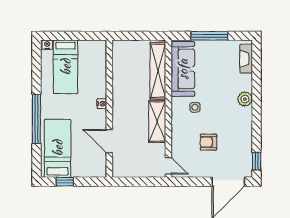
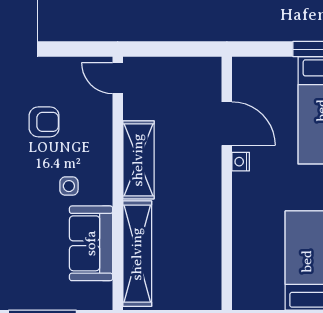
sofa: (183, 69) -> (91, 243), width x0.73
nightstand: (102, 104) -> (241, 162), moved

